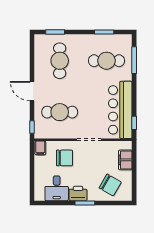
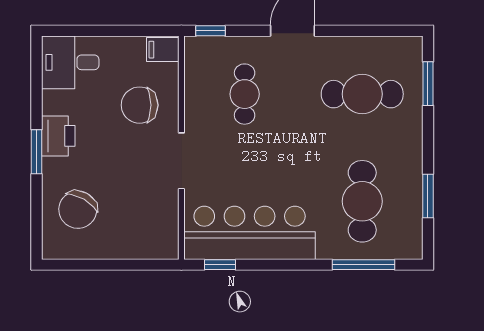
cafe table: (60, 112) -> (245, 94), width x0.73, depth x0.74
chair: (64, 158) -> (140, 105), turned 90
filing cabinet: (125, 160) -> (135, 244), removed
desk: (57, 188) -> (70, 62), moved

